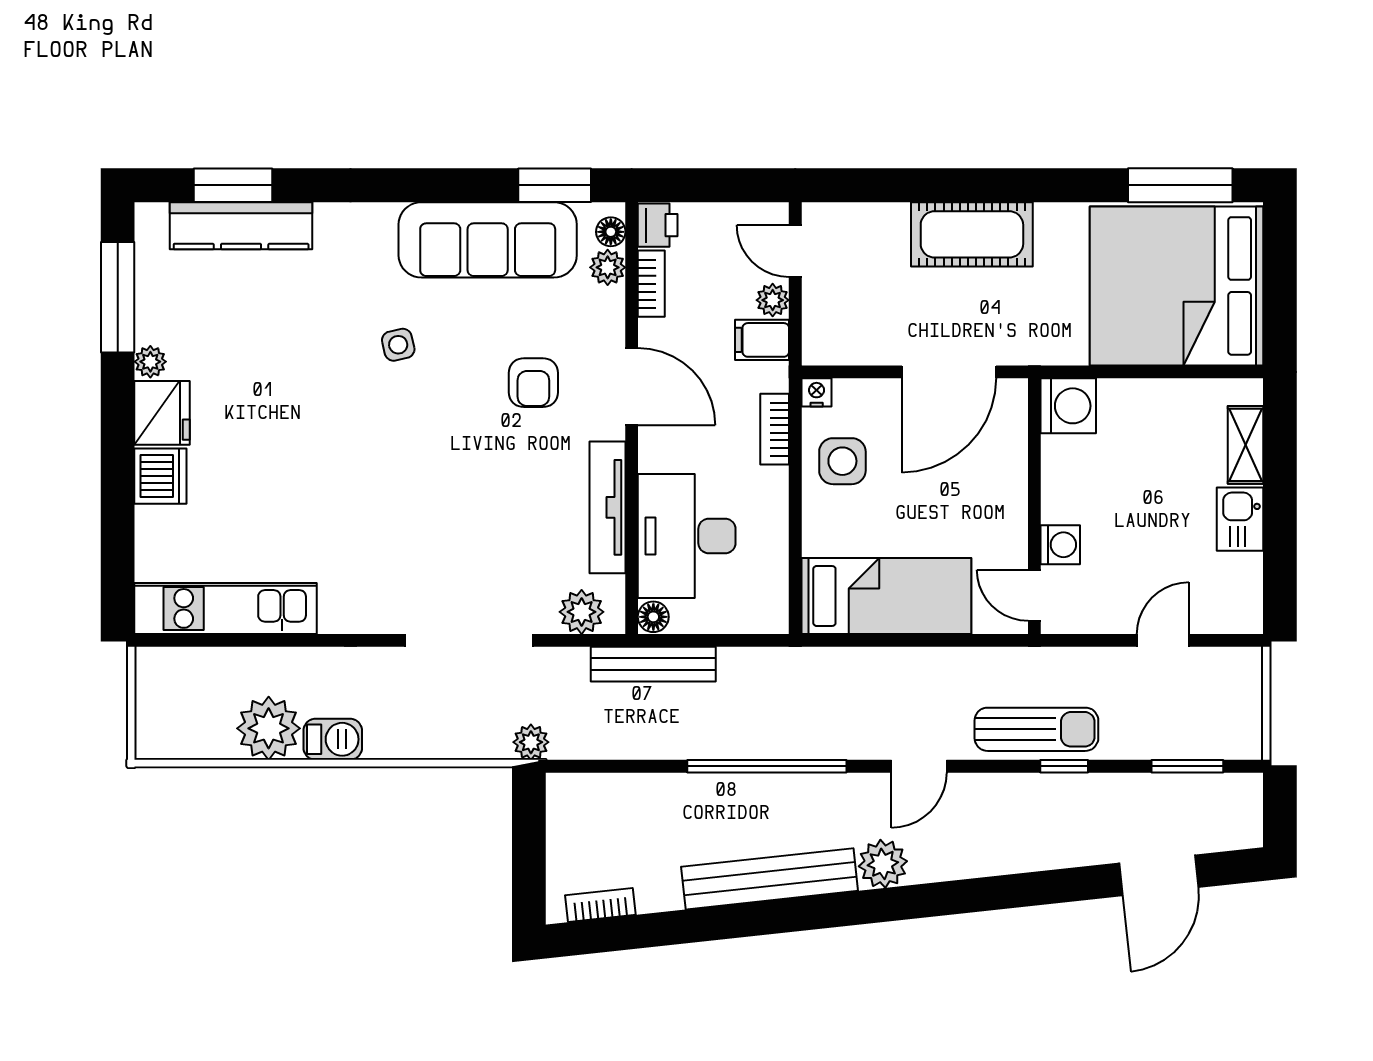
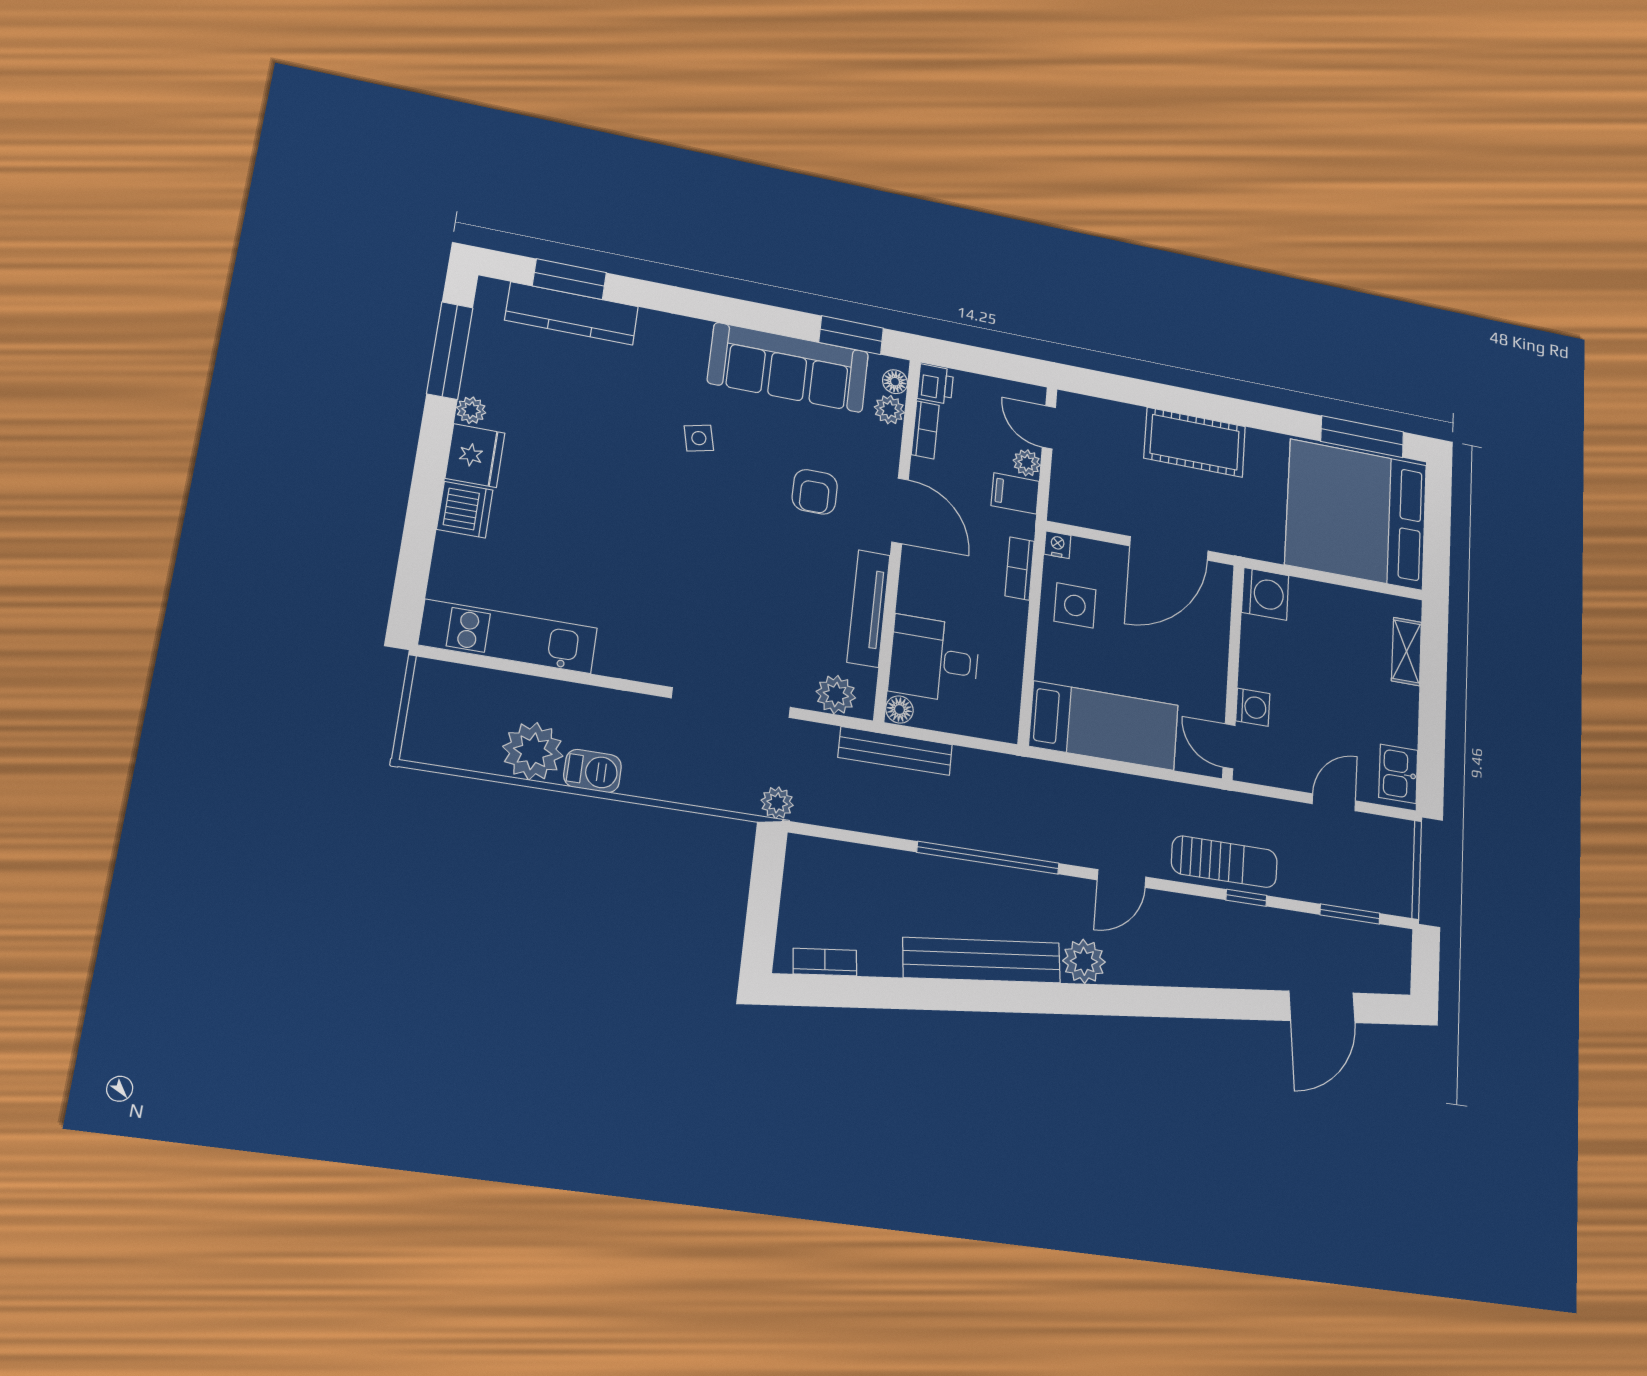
kitchen sink: (1240, 519) -> (1398, 774), moved
desk: (687, 536) -> (934, 659), width x0.73

